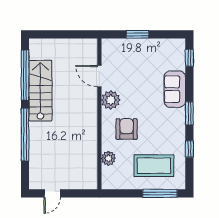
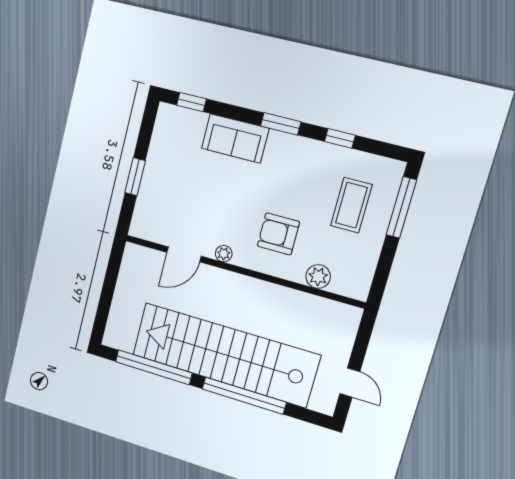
stairs: (40, 91) -> (225, 355), width x1.86, depth x1.51
plant: (111, 100) -> (224, 254), width x0.53, depth x0.53
coffee table: (154, 166) -> (351, 205), width x0.73, depth x0.76

